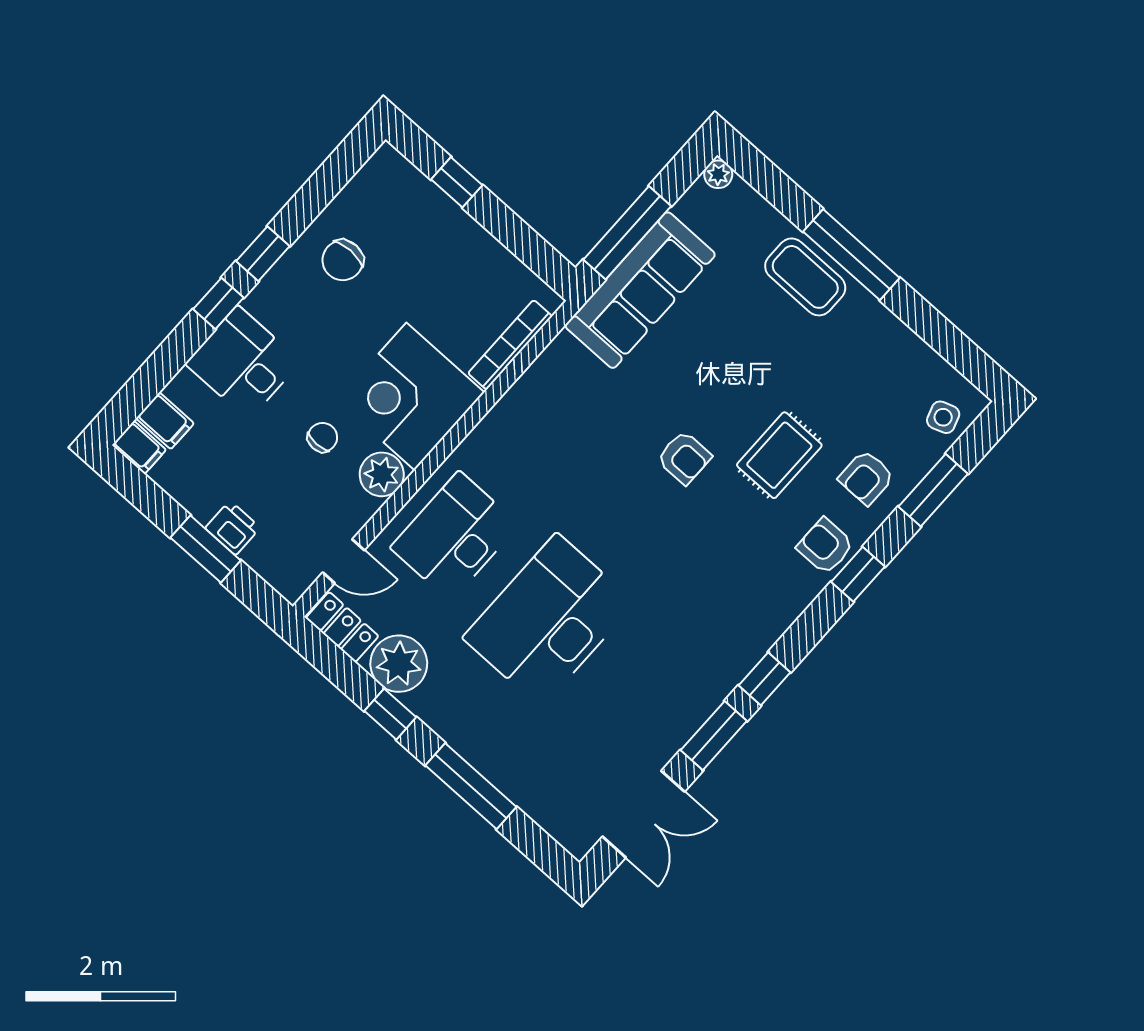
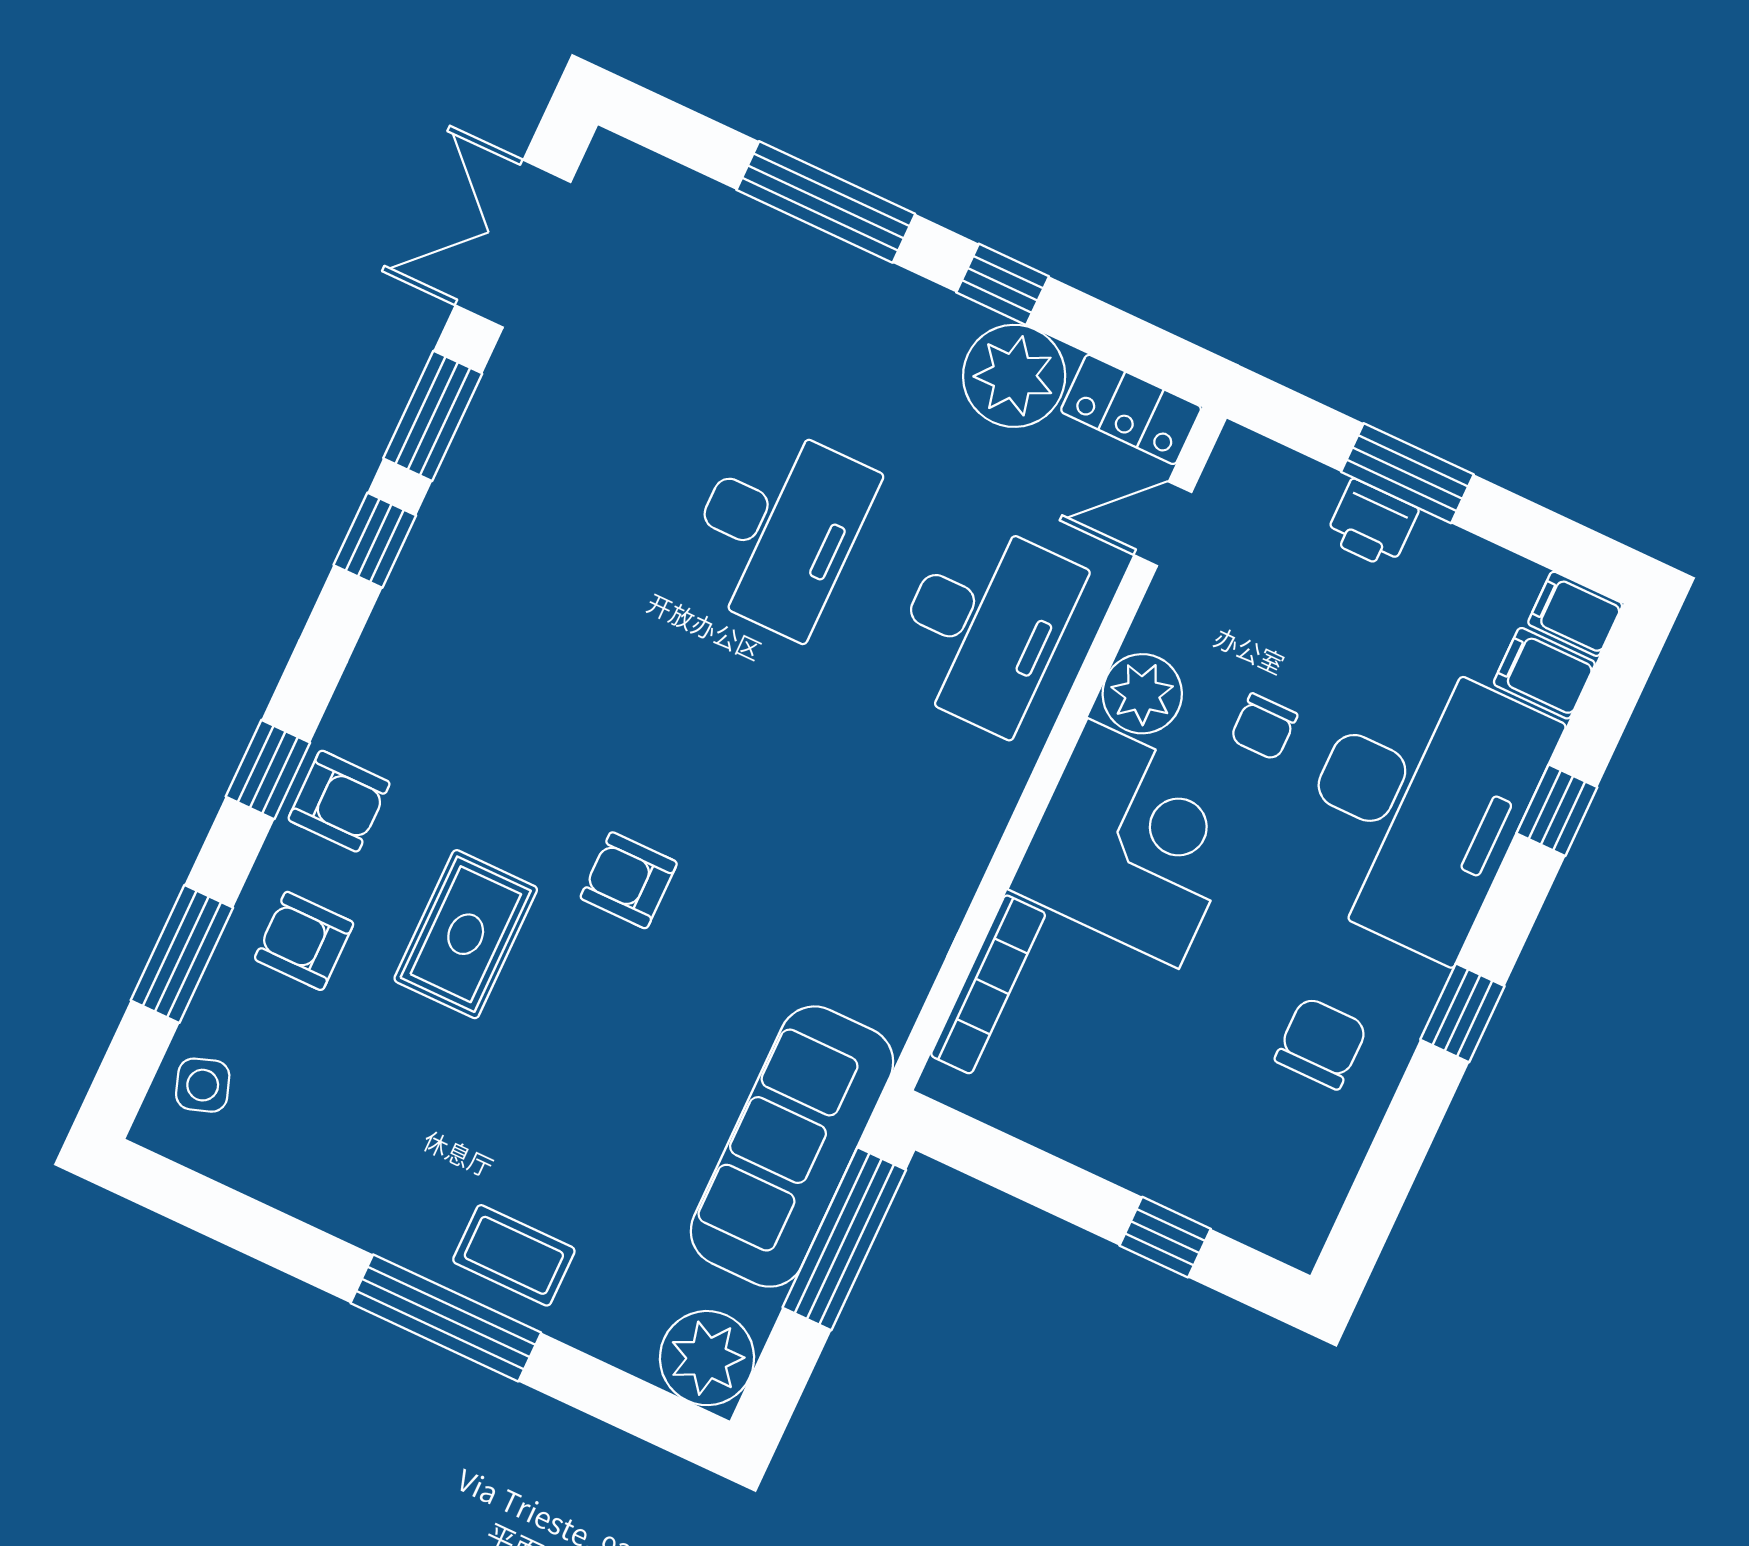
plant: (718, 174) -> (707, 1358), width x1.87, depth x1.87
coffee table: (805, 277) -> (514, 1255), width x0.73, depth x0.77
window: (218, 303) -> (1557, 810), moved
desk: (243, 363) -> (1419, 804), width x1.87, depth x1.30
armchair: (866, 477) -> (304, 941), turned -90
desk: (549, 620) -> (778, 529), width x0.73, depth x0.77

